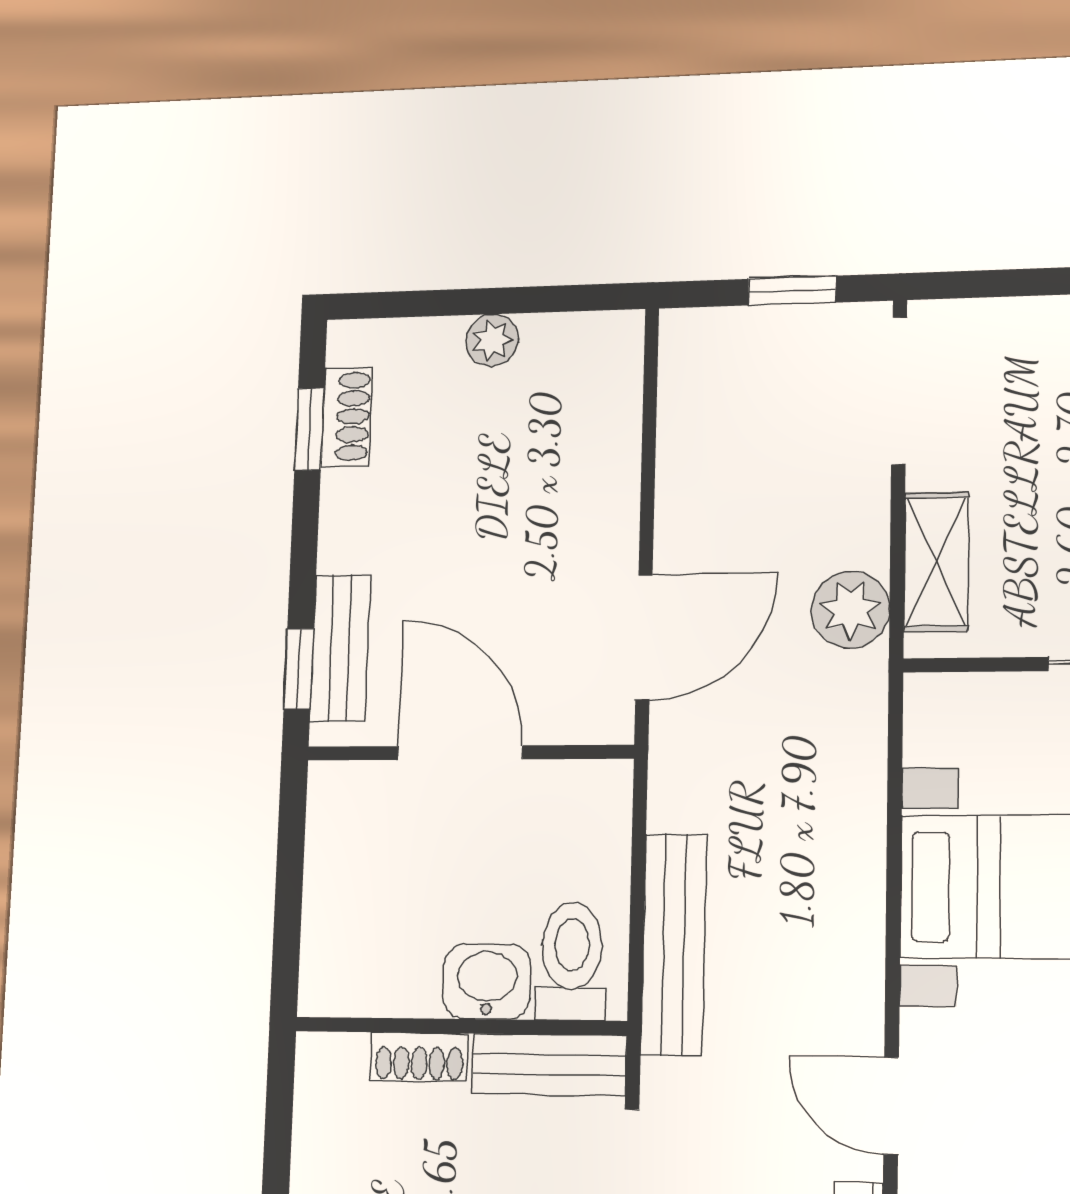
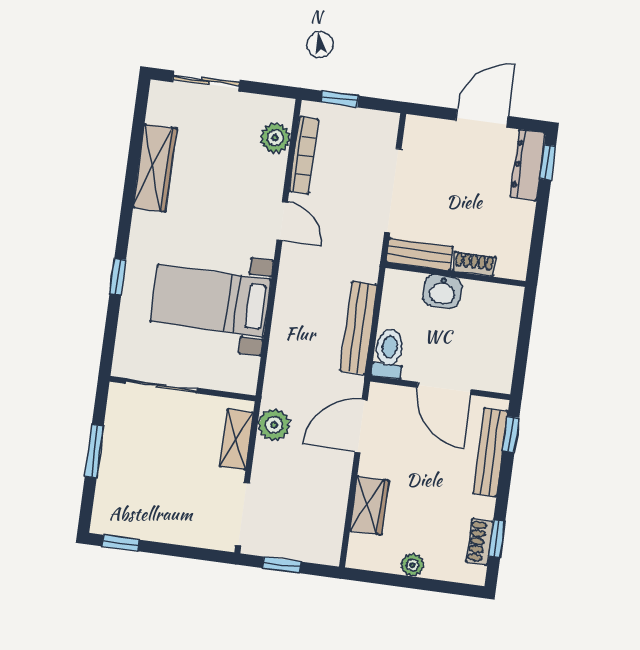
wardrobe: (605, 457) -> (369, 506), added
bench: (340, 648) -> (490, 452), width x1.36
bench: (674, 944) -> (359, 328), moved
toilet: (572, 961) -> (389, 354), moved, turned 180

